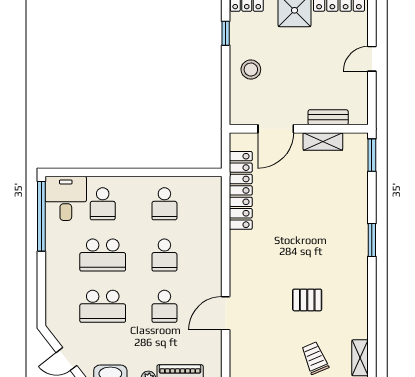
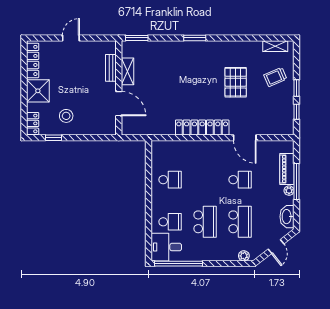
door: (372, 59) -> (71, 38), swing flipped
stool: (251, 70) -> (66, 116), moved
locker: (241, 190) -> (202, 128), moved
school desk: (164, 255) -> (205, 180), removed
pallet: (307, 300) -> (236, 82), width x1.50, depth x1.42
plant: (53, 312) -> (244, 256), added

